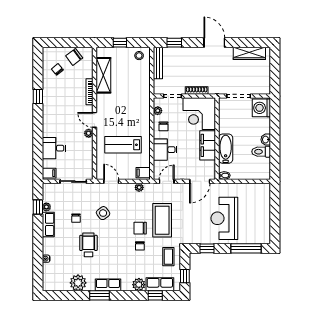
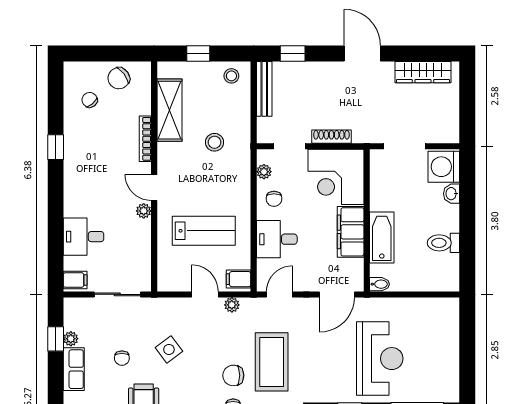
stool: (129, 94) -> (215, 142), added
washbasin: (266, 140) -> (452, 194), moved
lab bench: (123, 145) -> (204, 231), turned 180
door: (111, 181) -> (205, 294), moved
reception desk: (224, 218) -> (380, 359), turned 180

